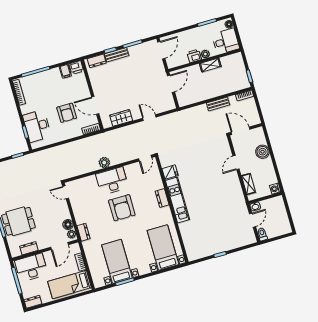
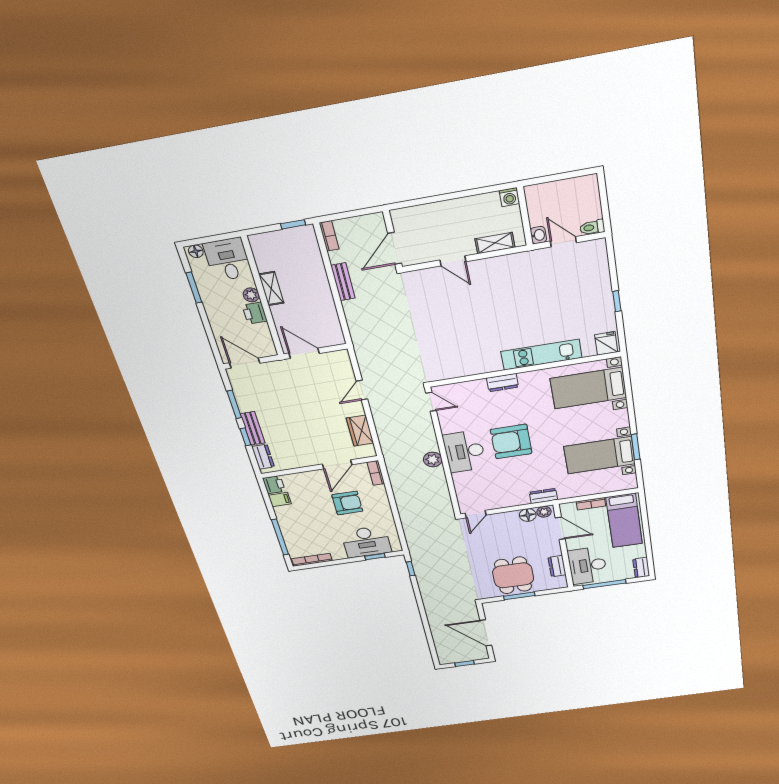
boiler: (262, 152) -> (437, 214), removed
fridge: (170, 172) -> (606, 343), moved
kitchen unit: (177, 200) -> (541, 355), moved
armchair: (122, 208) -> (511, 441), turned 180

